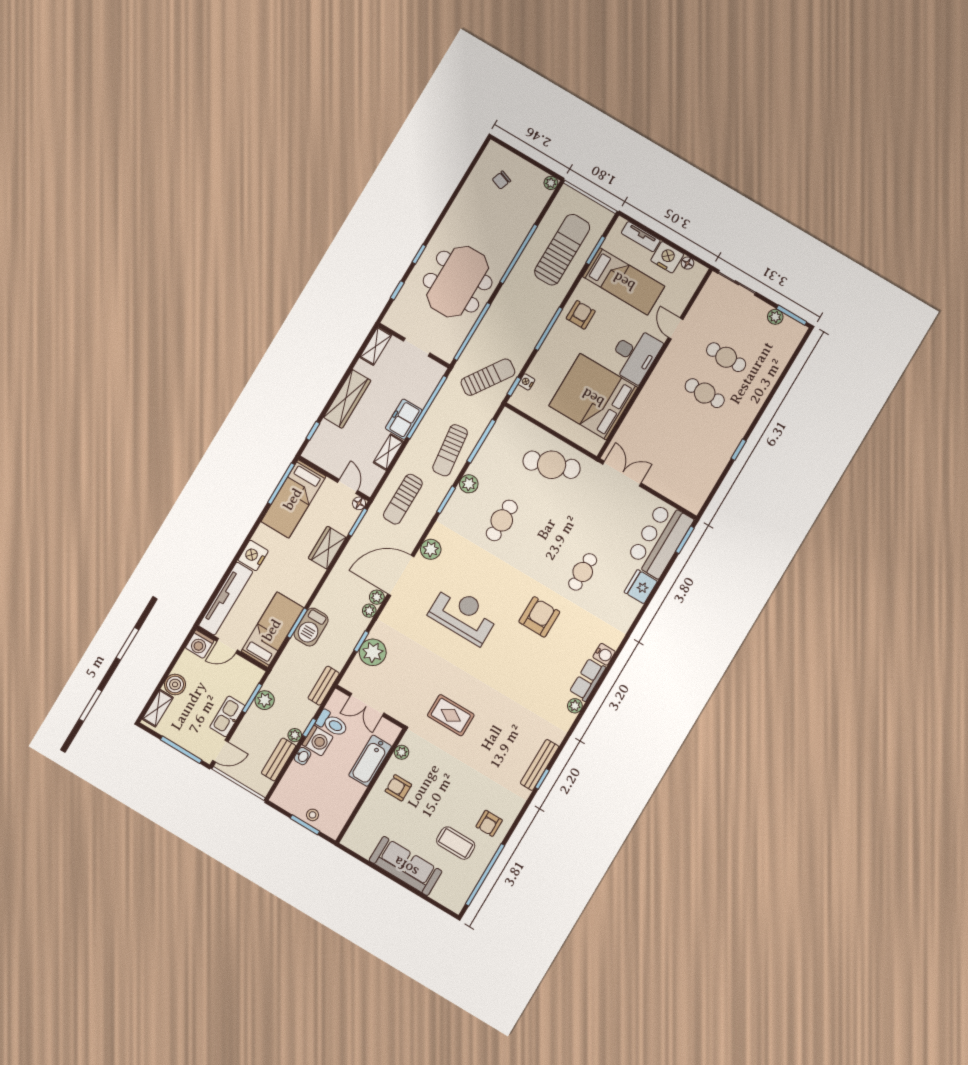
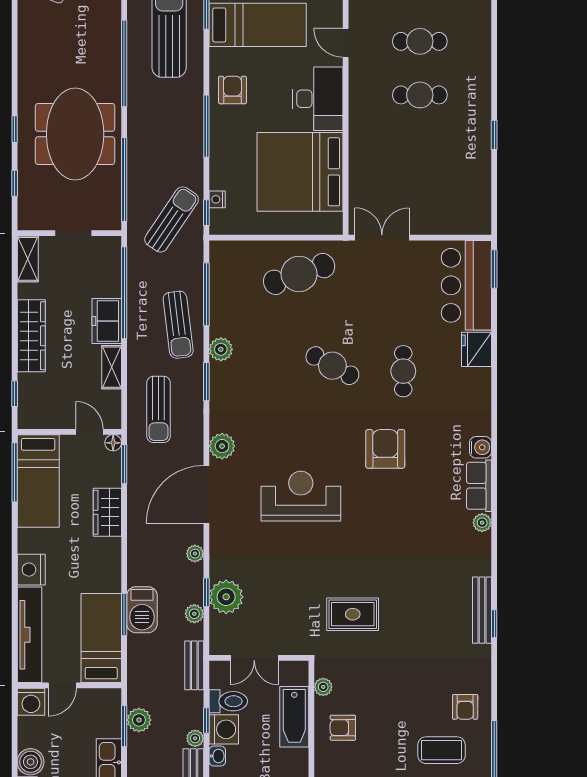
cafe table: (502, 520) -> (332, 366), moved, turned -61
plant: (377, 597) -> (194, 614), moved

